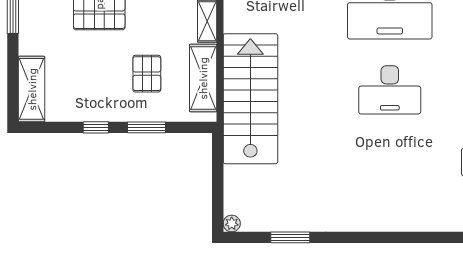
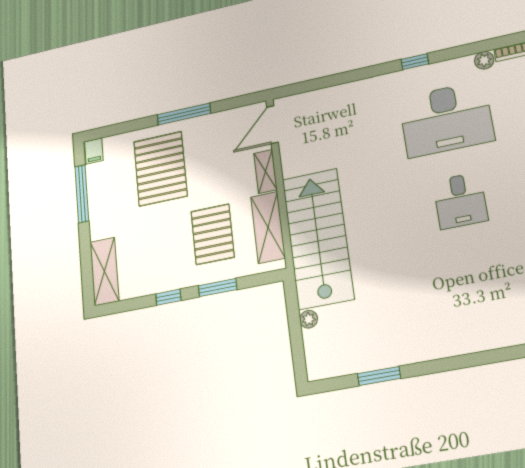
pallet: (147, 74) -> (213, 234), width x1.50, depth x1.42
desk: (390, 90) -> (460, 201), width x0.73
plant: (232, 224) -> (309, 319), moved

